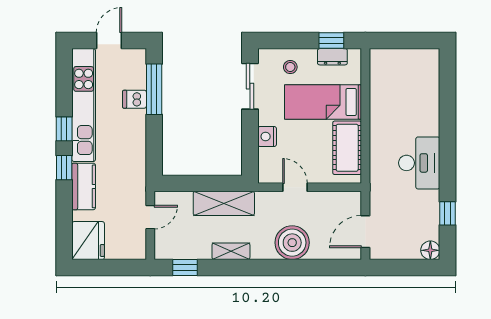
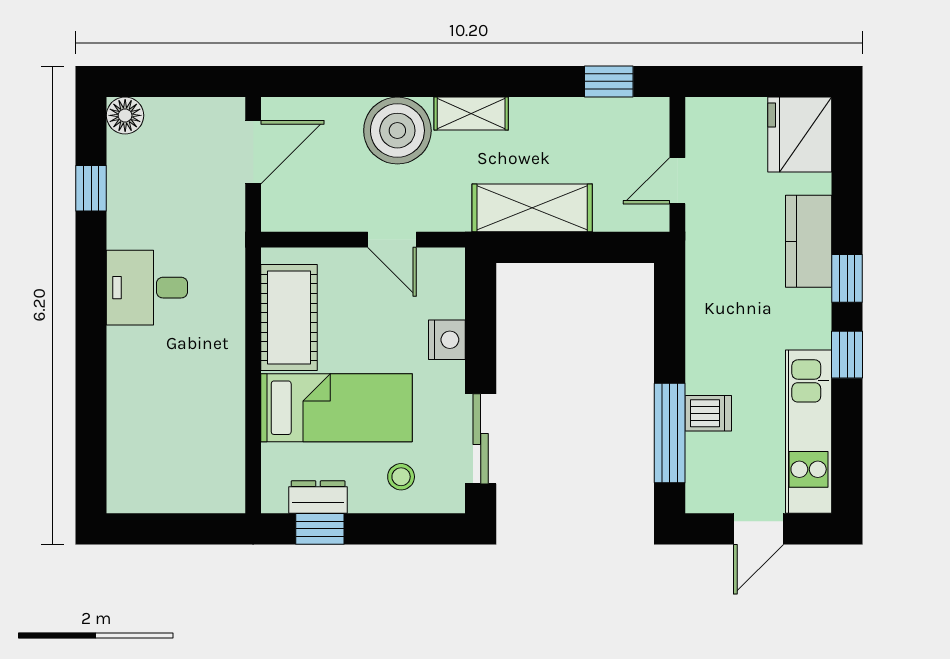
kitchen unit: (84, 105) -> (809, 432), width x0.73
desk: (419, 163) -> (147, 288), width x0.73
shelving: (231, 251) -> (471, 114), moved

